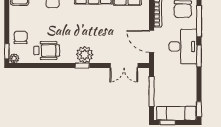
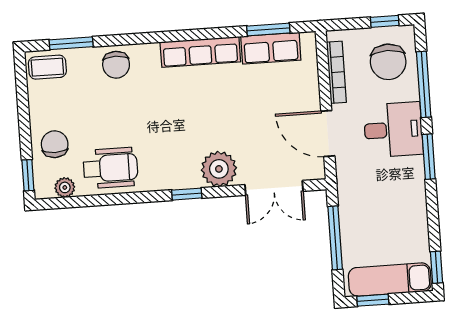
desk: (183, 46) -> (393, 130), width x0.73
plant: (85, 55) -> (219, 169), moved
plant: (14, 58) -> (65, 187), moved

